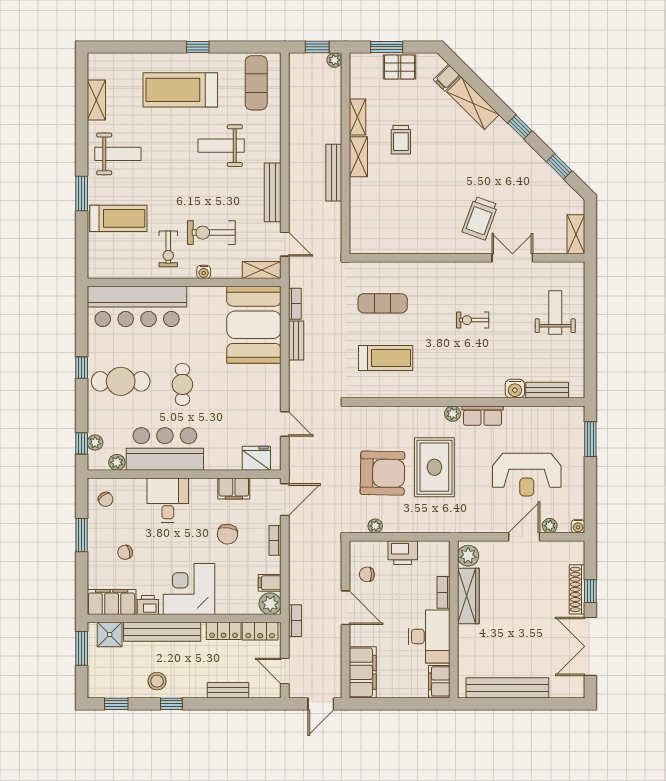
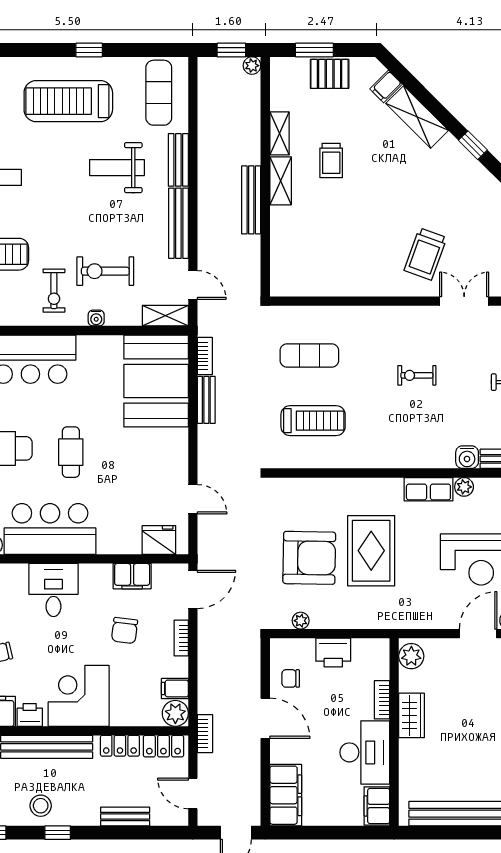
bench: (273, 139) -> (178, 160), added
plant: (453, 414) -> (464, 487), moved
wardrobe: (468, 596) -> (412, 715), width x0.67

